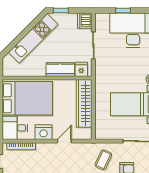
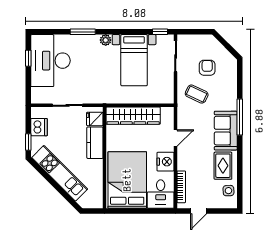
window: (123, 11) -> (28, 58), moved
dishwasher: (85, 21) -> (39, 127), moved, turned -90
door: (64, 141) -> (176, 138), swing flipped

